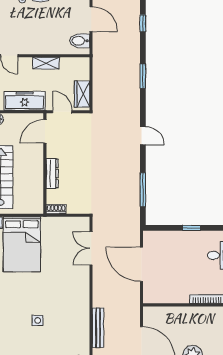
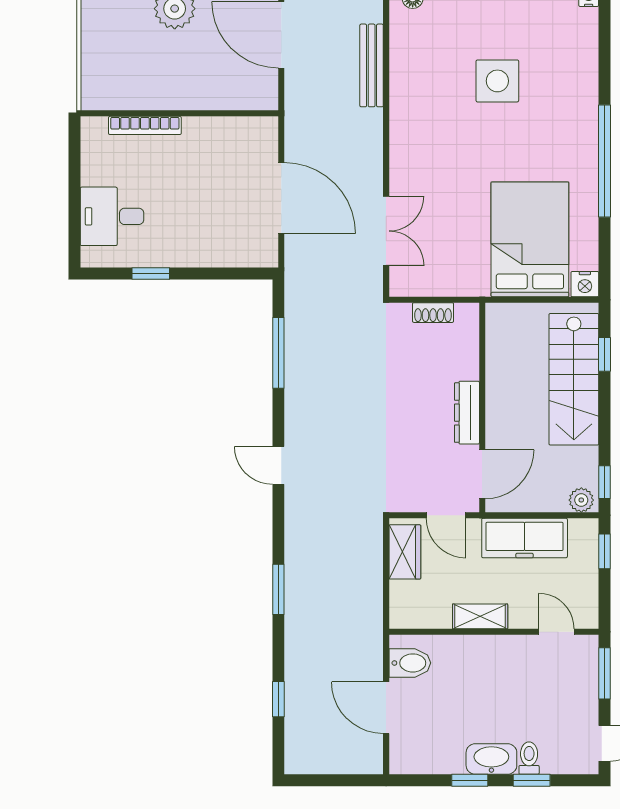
dresser: (52, 174) -> (467, 413), moved
shoe rack: (56, 209) -> (433, 313), moved
window: (191, 228) -> (151, 274), moved
side table: (38, 320) -> (497, 81), width x1.87, depth x1.87

